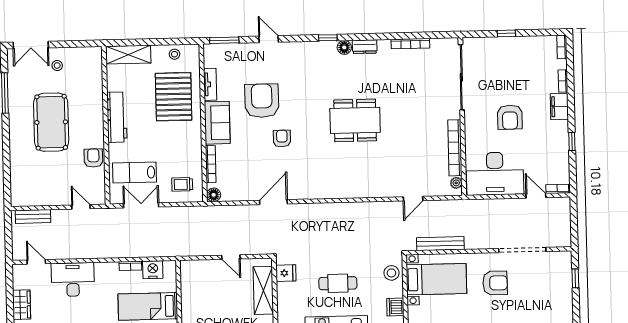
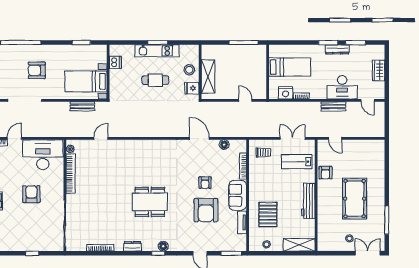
floor lamp: (344, 47) -> (163, 246), moved
pallet: (174, 97) -> (268, 214), width x0.73, depth x0.71
dining table: (355, 120) -> (150, 202), moved
armchair: (282, 139) -> (205, 183), moved
lab bench: (135, 173) -> (297, 162), turned 180
floor lamp: (214, 195) -> (224, 145), moved
door: (536, 196) -> (14, 138), swing flipped
door: (273, 202) -> (199, 138), swing flipped
double door: (141, 205) -> (293, 138), swing flipped
bench: (33, 216) -> (333, 106), moved
bench: (440, 244) -> (82, 106), width x0.73
door: (231, 257) -> (245, 100), moved
stool: (391, 273) -> (189, 70), moved
armchair: (495, 283) -> (37, 70), moved

